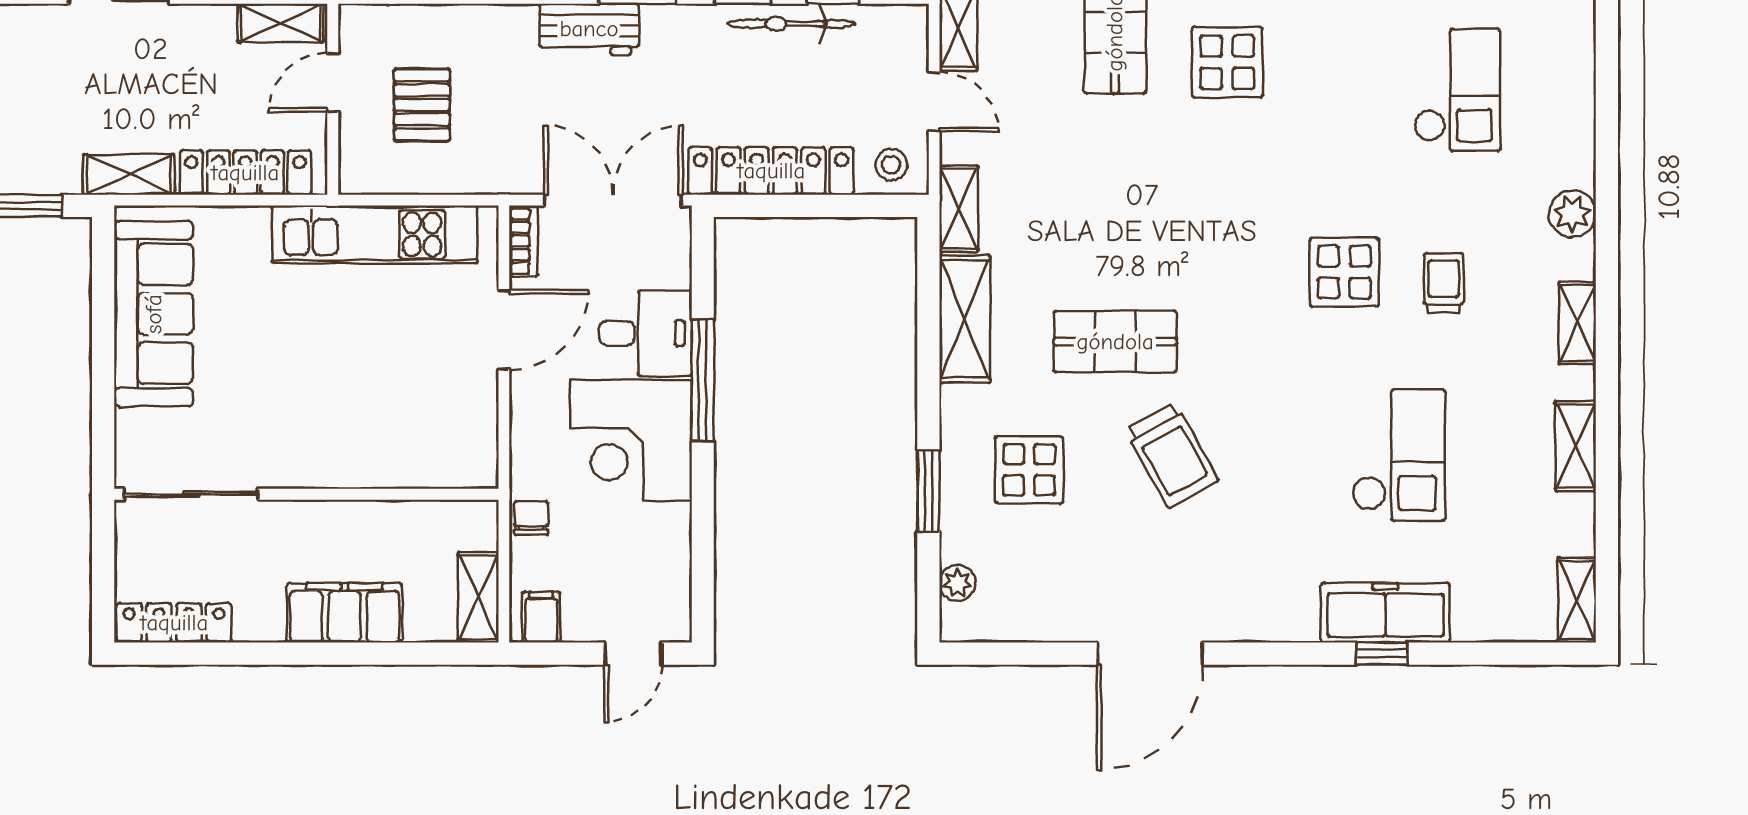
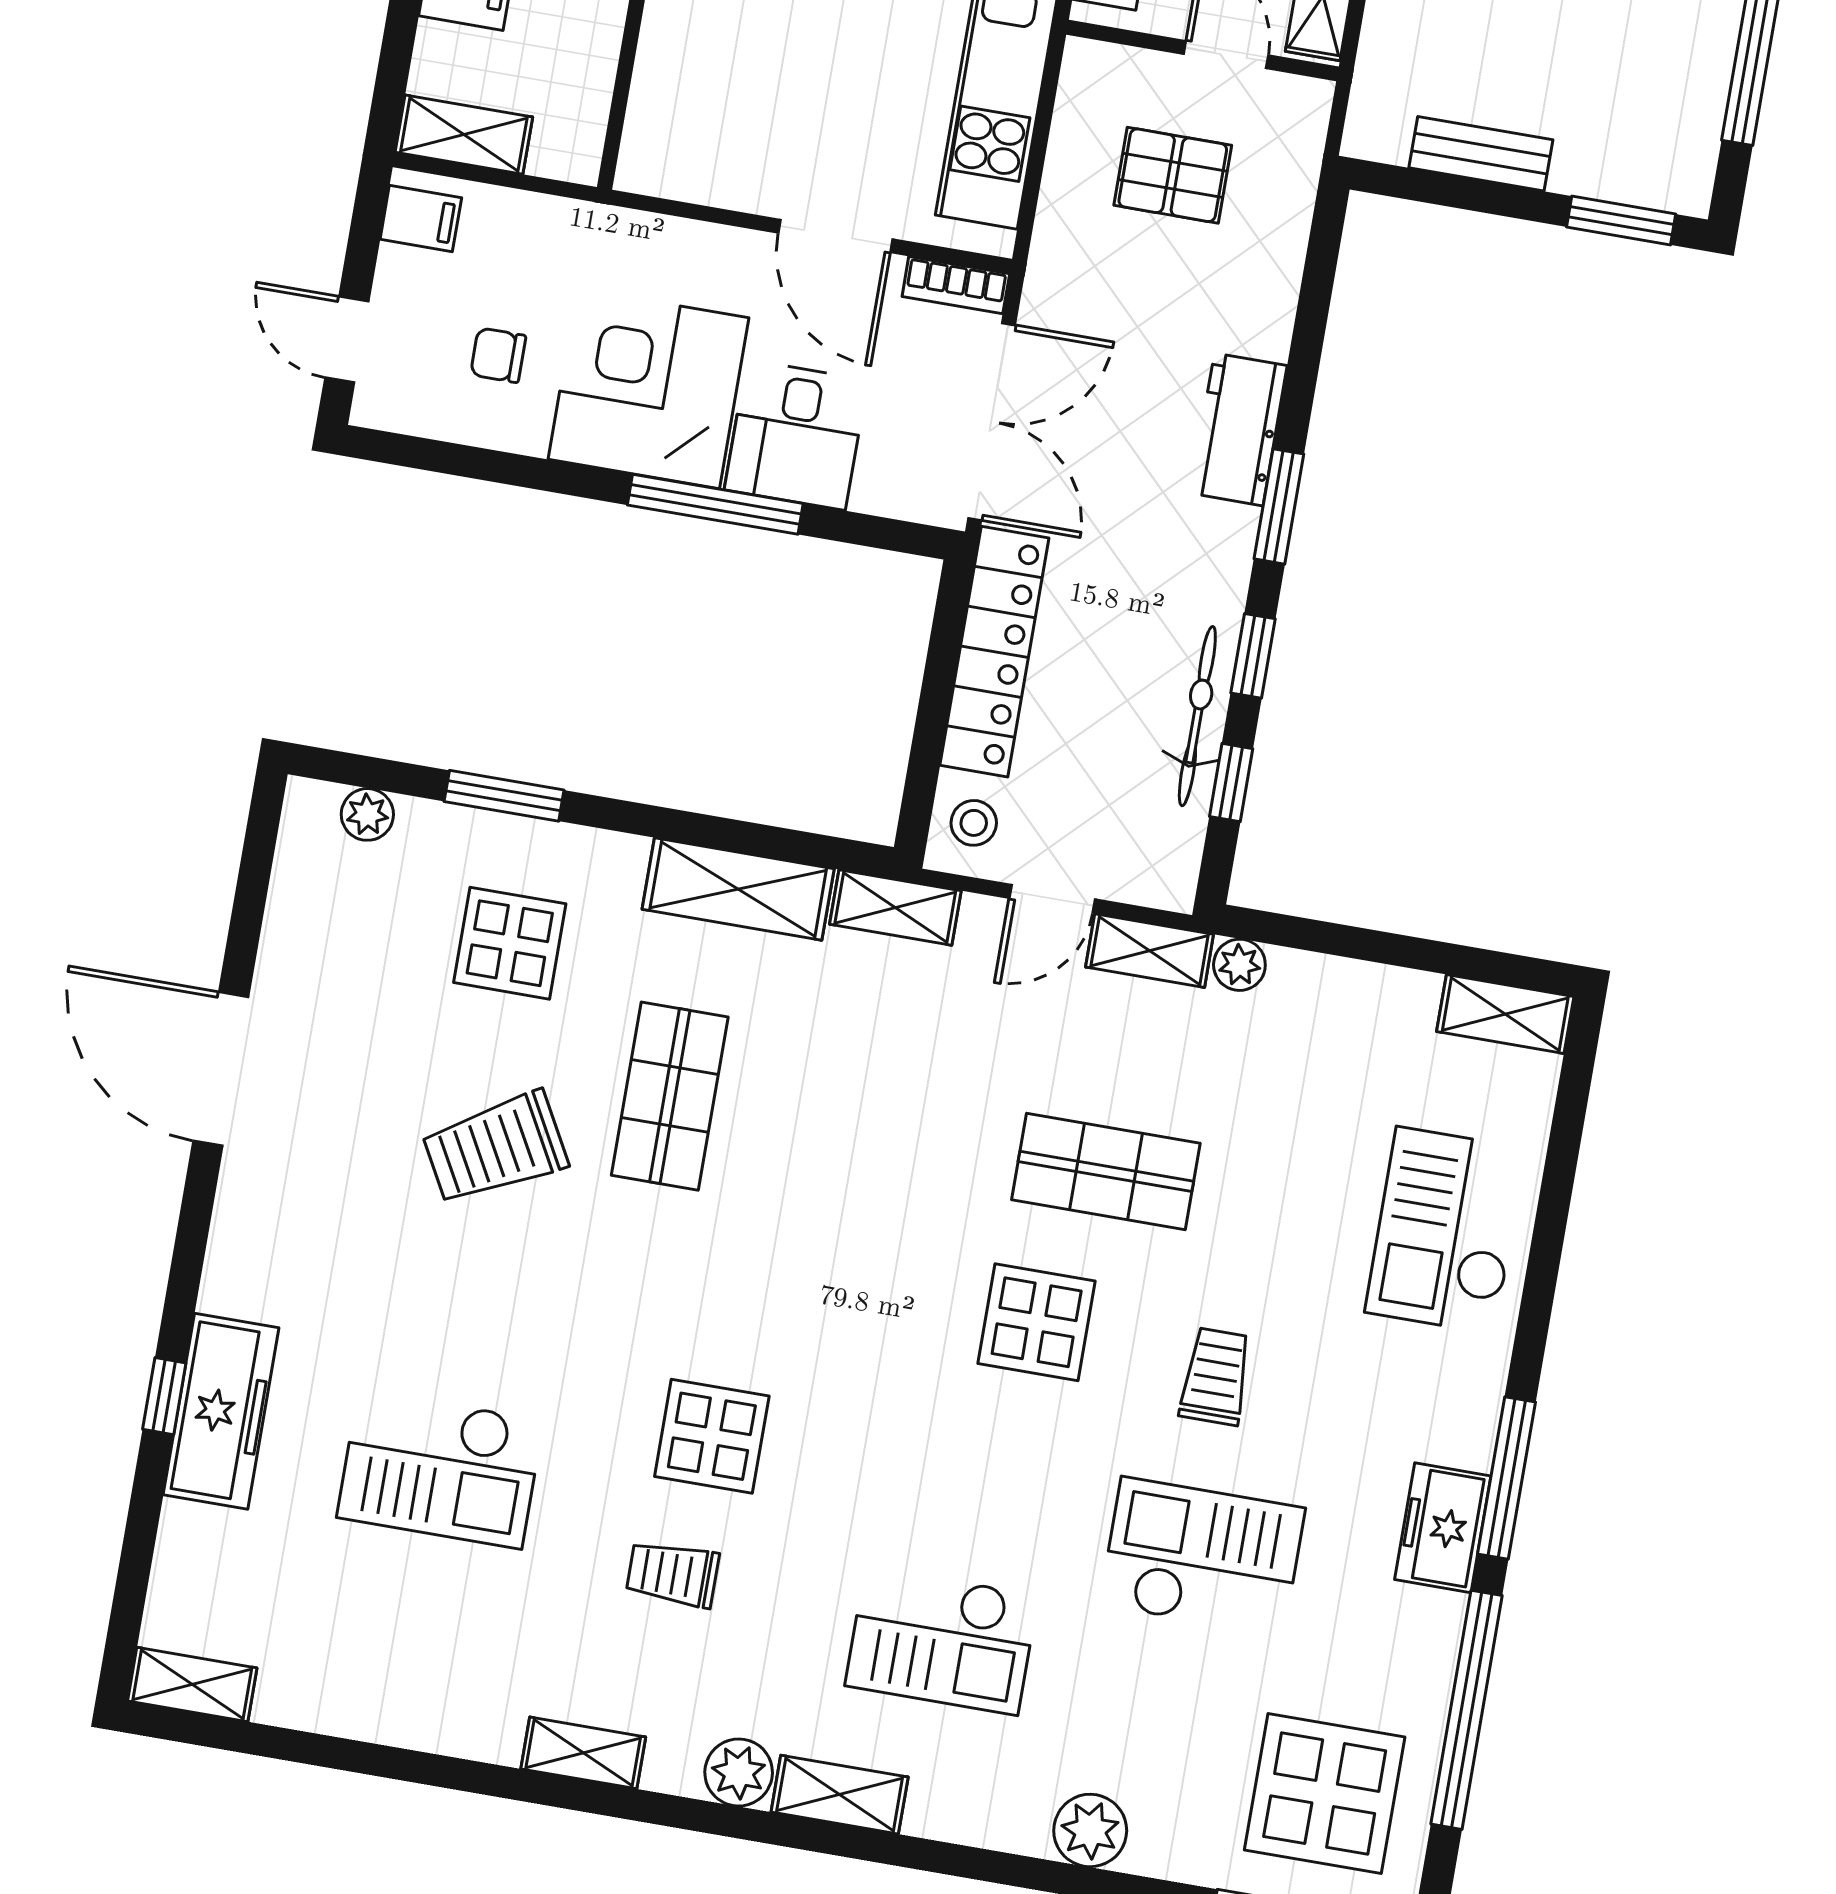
trolley: (1444, 283) -> (673, 1574), turned 180
shelving: (1576, 446) -> (840, 1795), moved
chair: (531, 518) -> (498, 355), moved, turned 180

